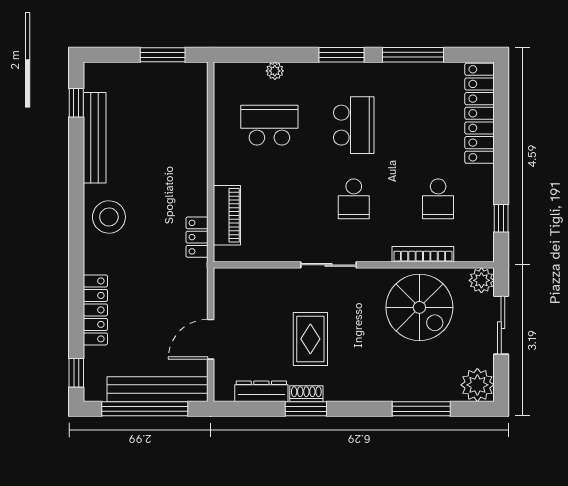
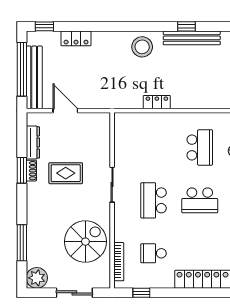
window: (76, 103) -> (186, 26), moved
school desk: (354, 199) -> (153, 200), width x1.85
piano: (227, 215) -> (143, 121), removed
locker: (197, 237) -> (157, 102), moved
bookcase: (423, 254) -> (119, 262), moved
plant: (481, 280) -> (102, 280), removed
spiral stairs: (419, 307) -> (85, 242), turned 180
locker: (95, 310) -> (76, 38), width x0.66

